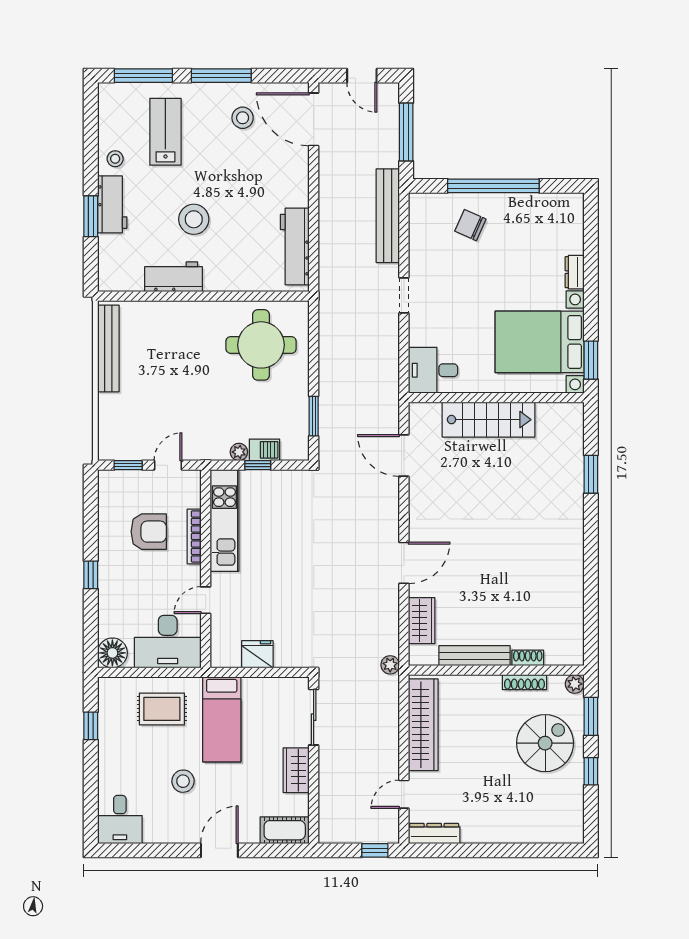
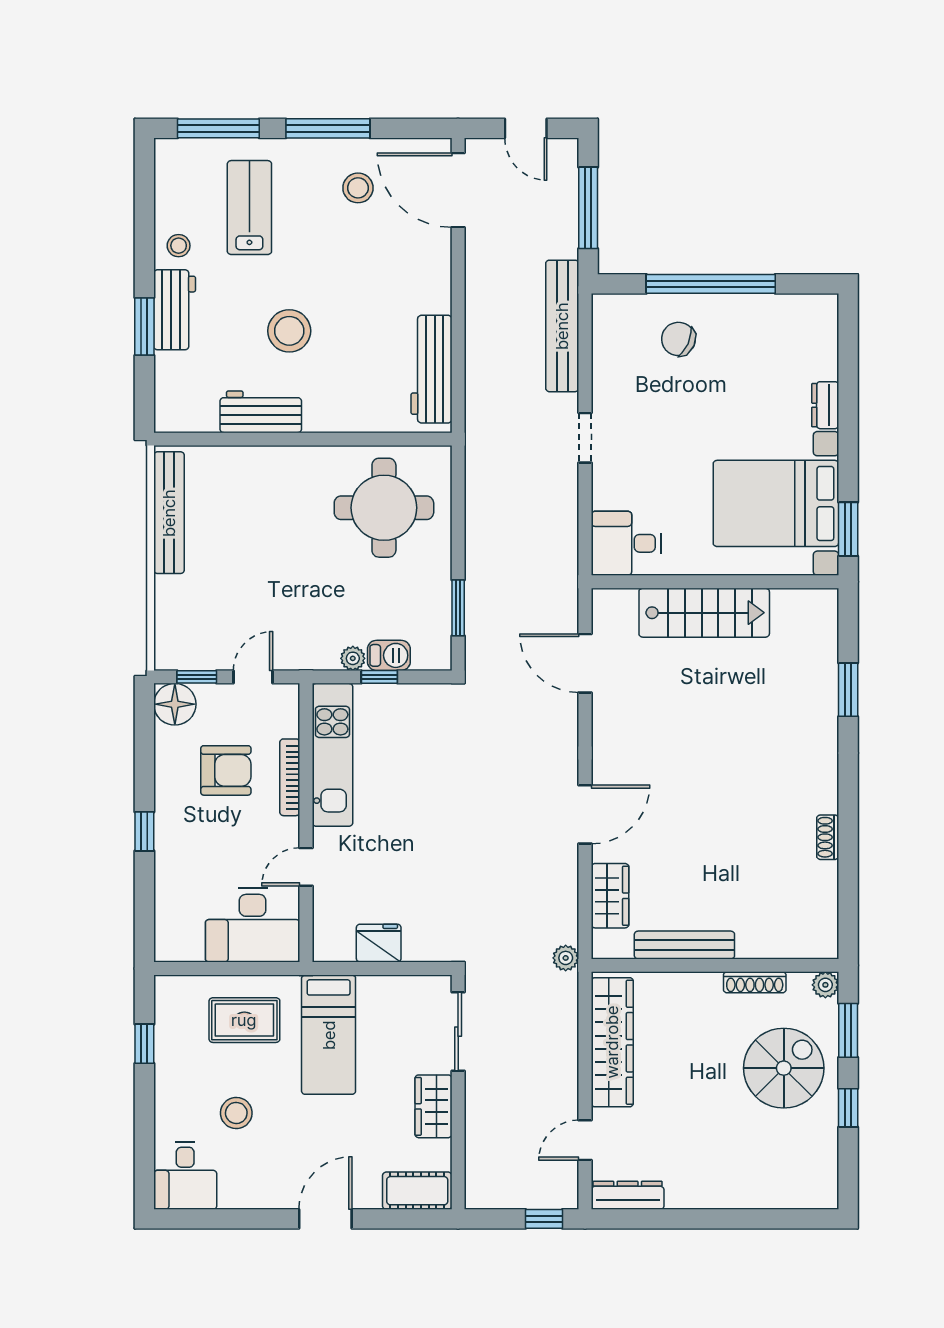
floor lamp: (112, 653) -> (175, 704), moved
shoe rack: (528, 658) -> (828, 837), moved, turned -90
stool: (183, 781) -> (236, 1113), moved

